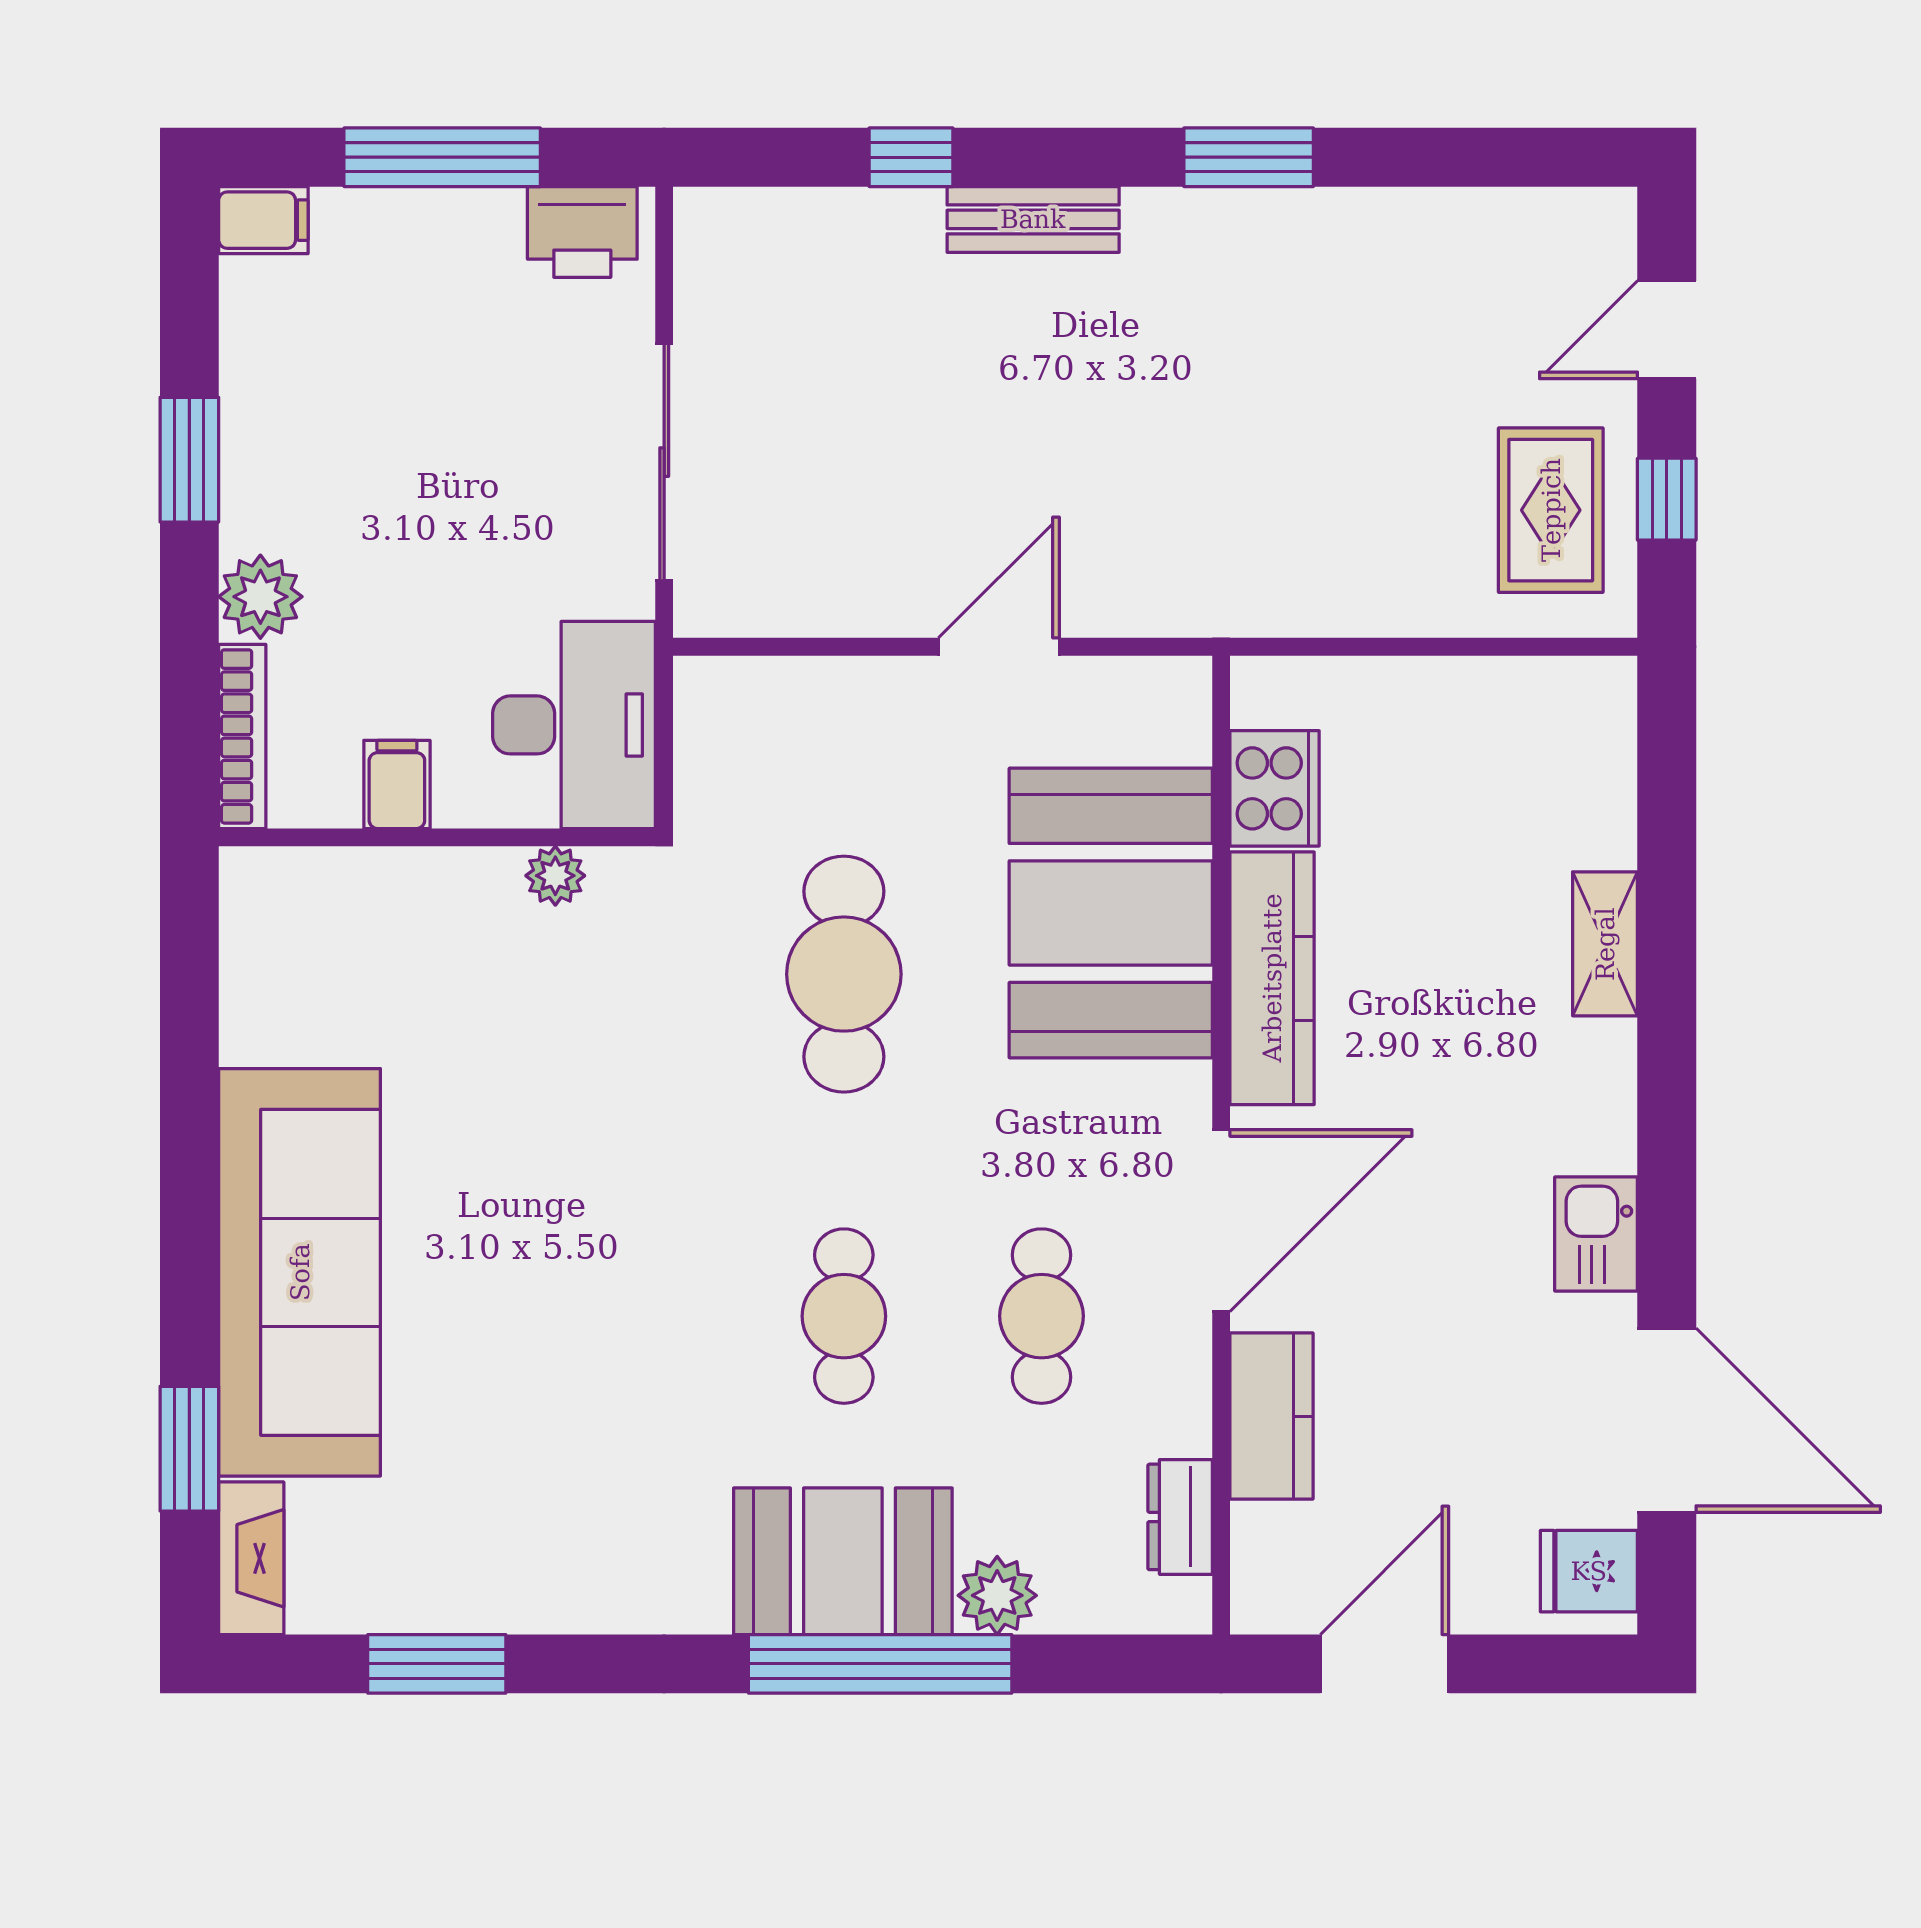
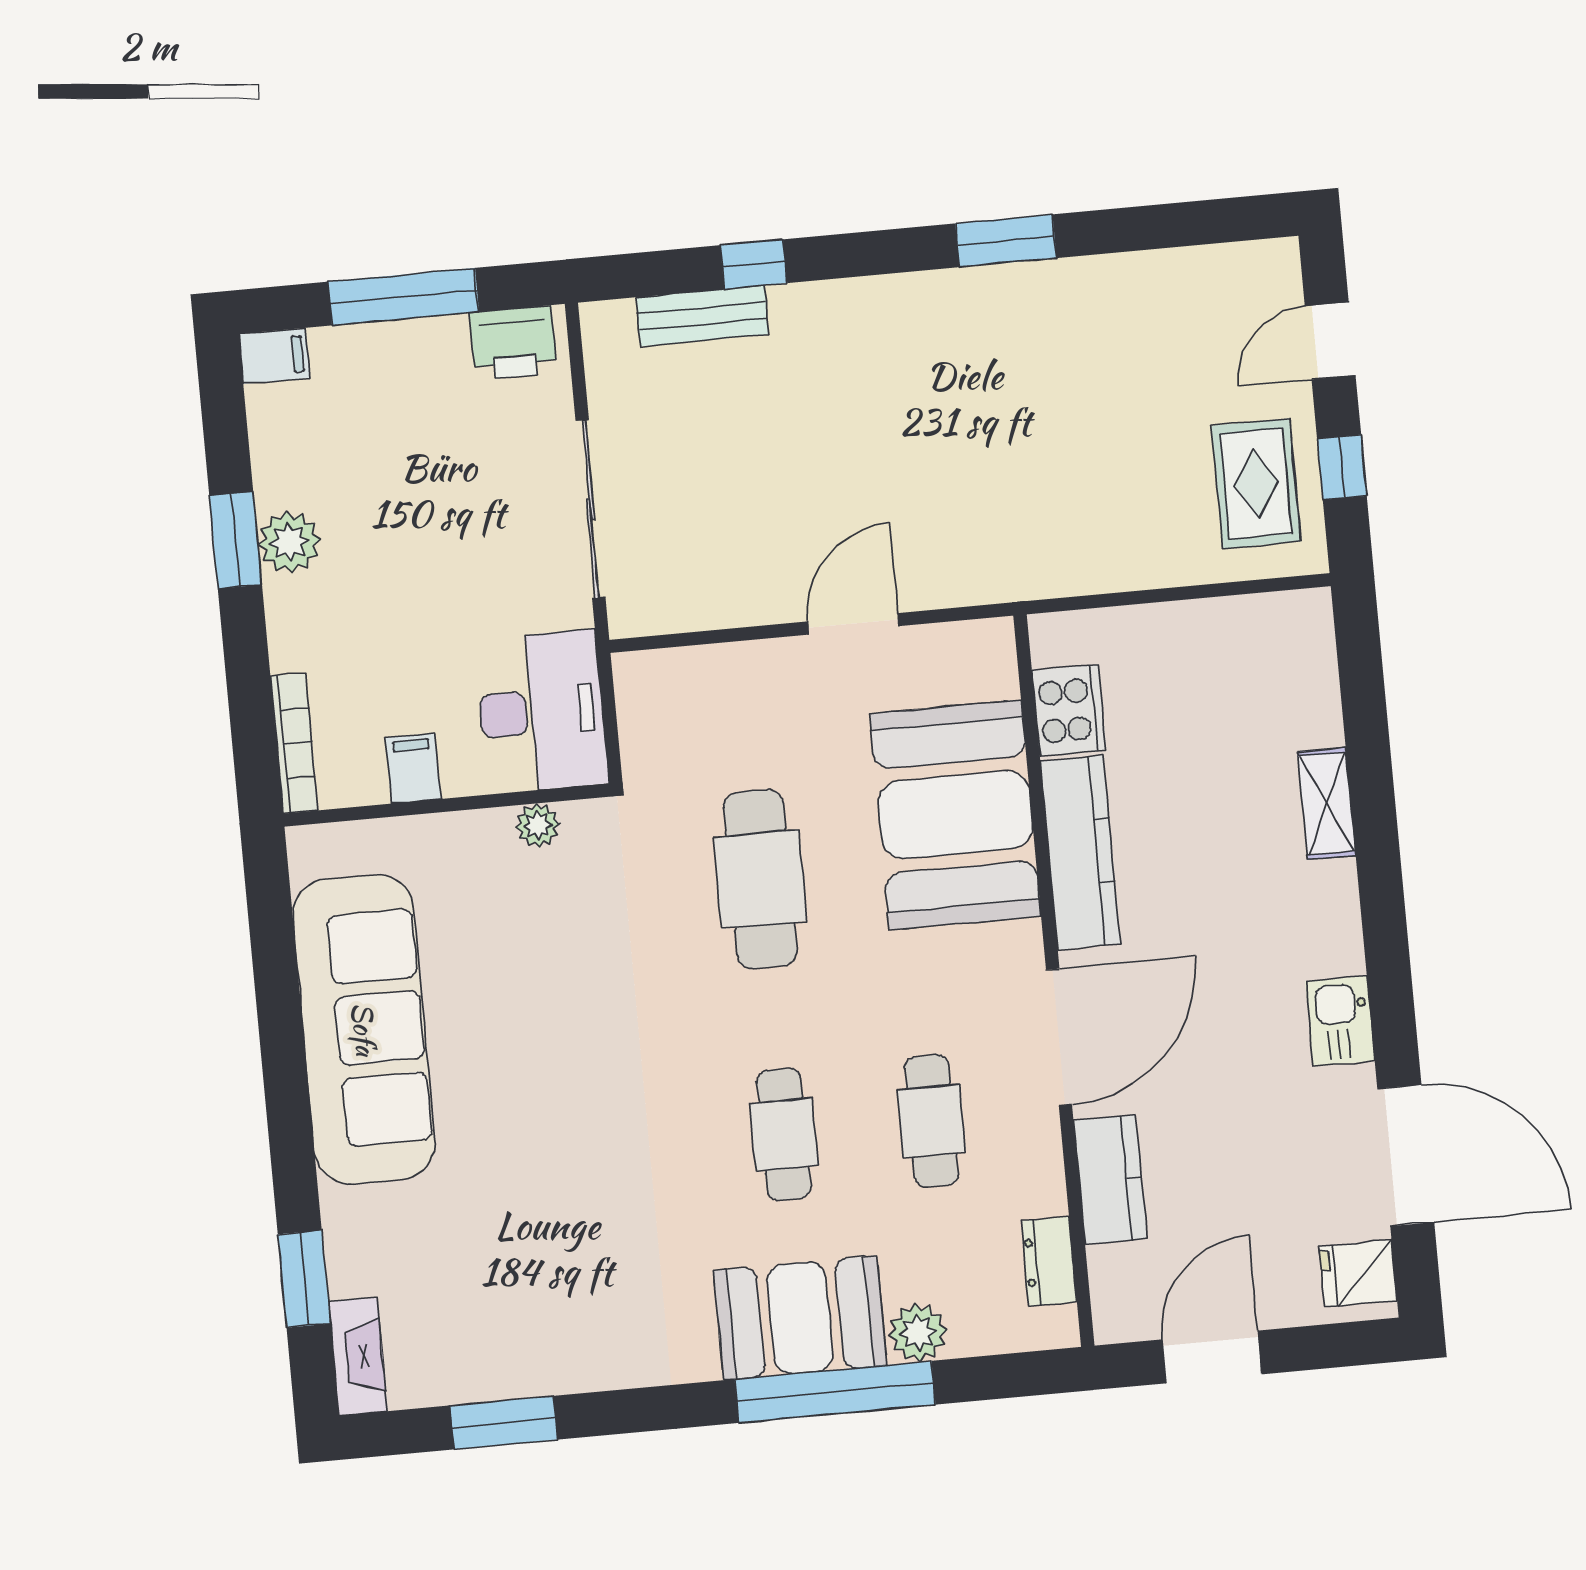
bench: (1033, 219) -> (702, 316), moved
plant: (260, 597) -> (289, 542), moved
sofa: (300, 1272) -> (364, 1029), moved

